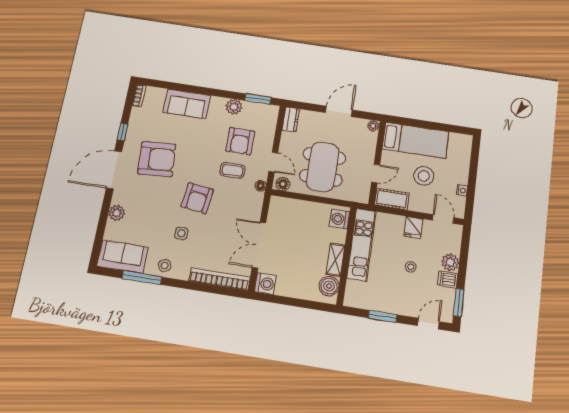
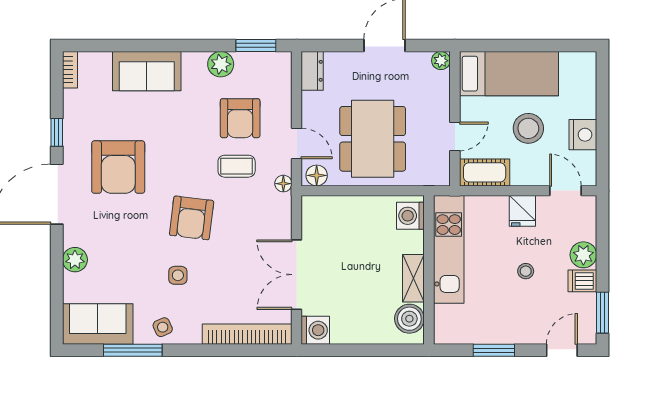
armchair: (157, 159) -> (118, 167), turned 94
nightstand: (462, 190) -> (583, 135), width x1.89, depth x1.79

